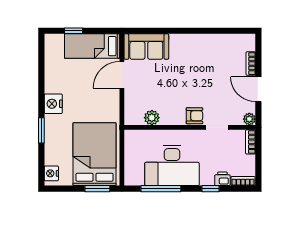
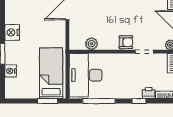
bed: (94, 154) -> (51, 73), width x0.67
desk: (172, 165) -> (86, 75), moved, turned 90
nightstand: (51, 173) -> (11, 71), moved

